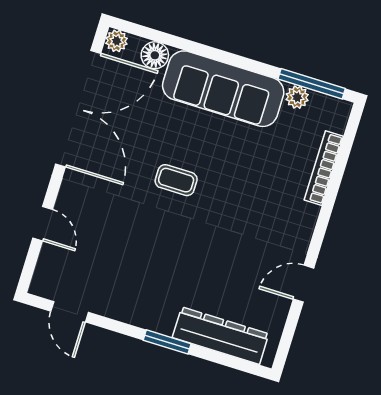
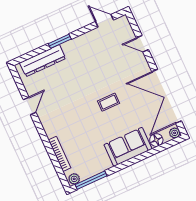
sofa: (223, 89) -> (128, 147), width x0.73
plant: (297, 97) -> (74, 179), moved

